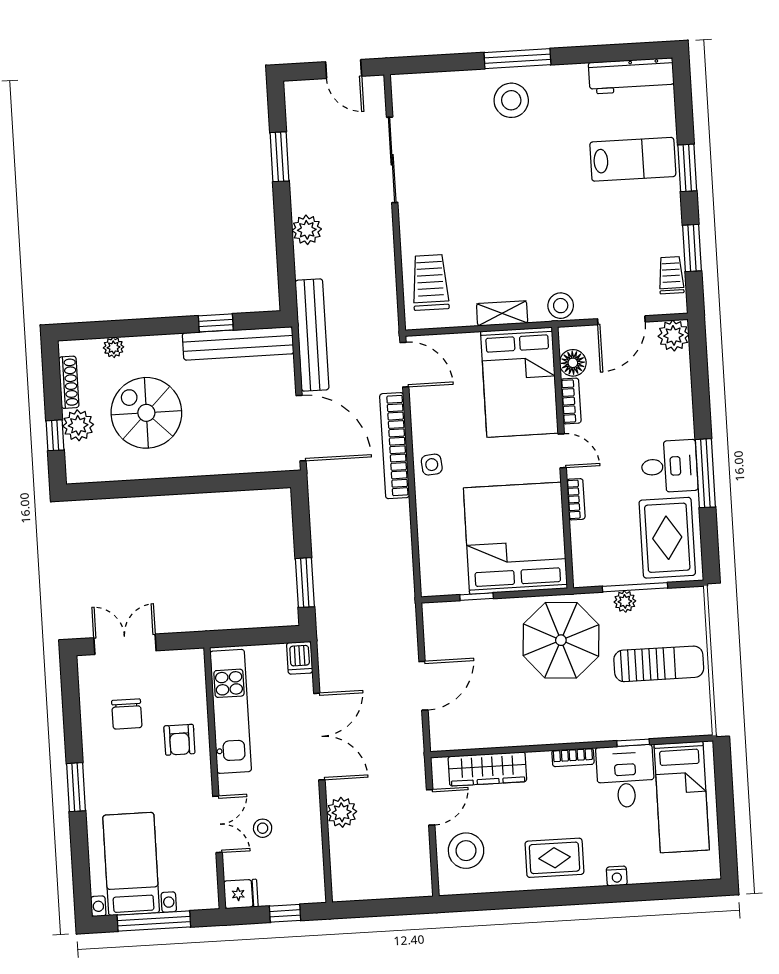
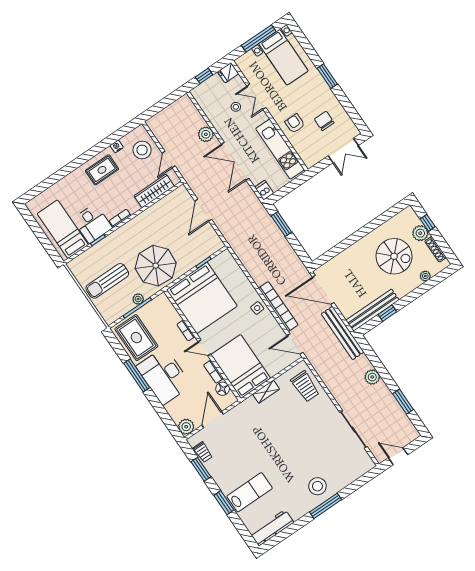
lab bench: (633, 159) -> (250, 492), turned 180
stool: (561, 306) -> (243, 410), removed
desk: (669, 466) -> (164, 376), width x1.87, depth x1.30
nightstand: (617, 876) -> (117, 146), moved

